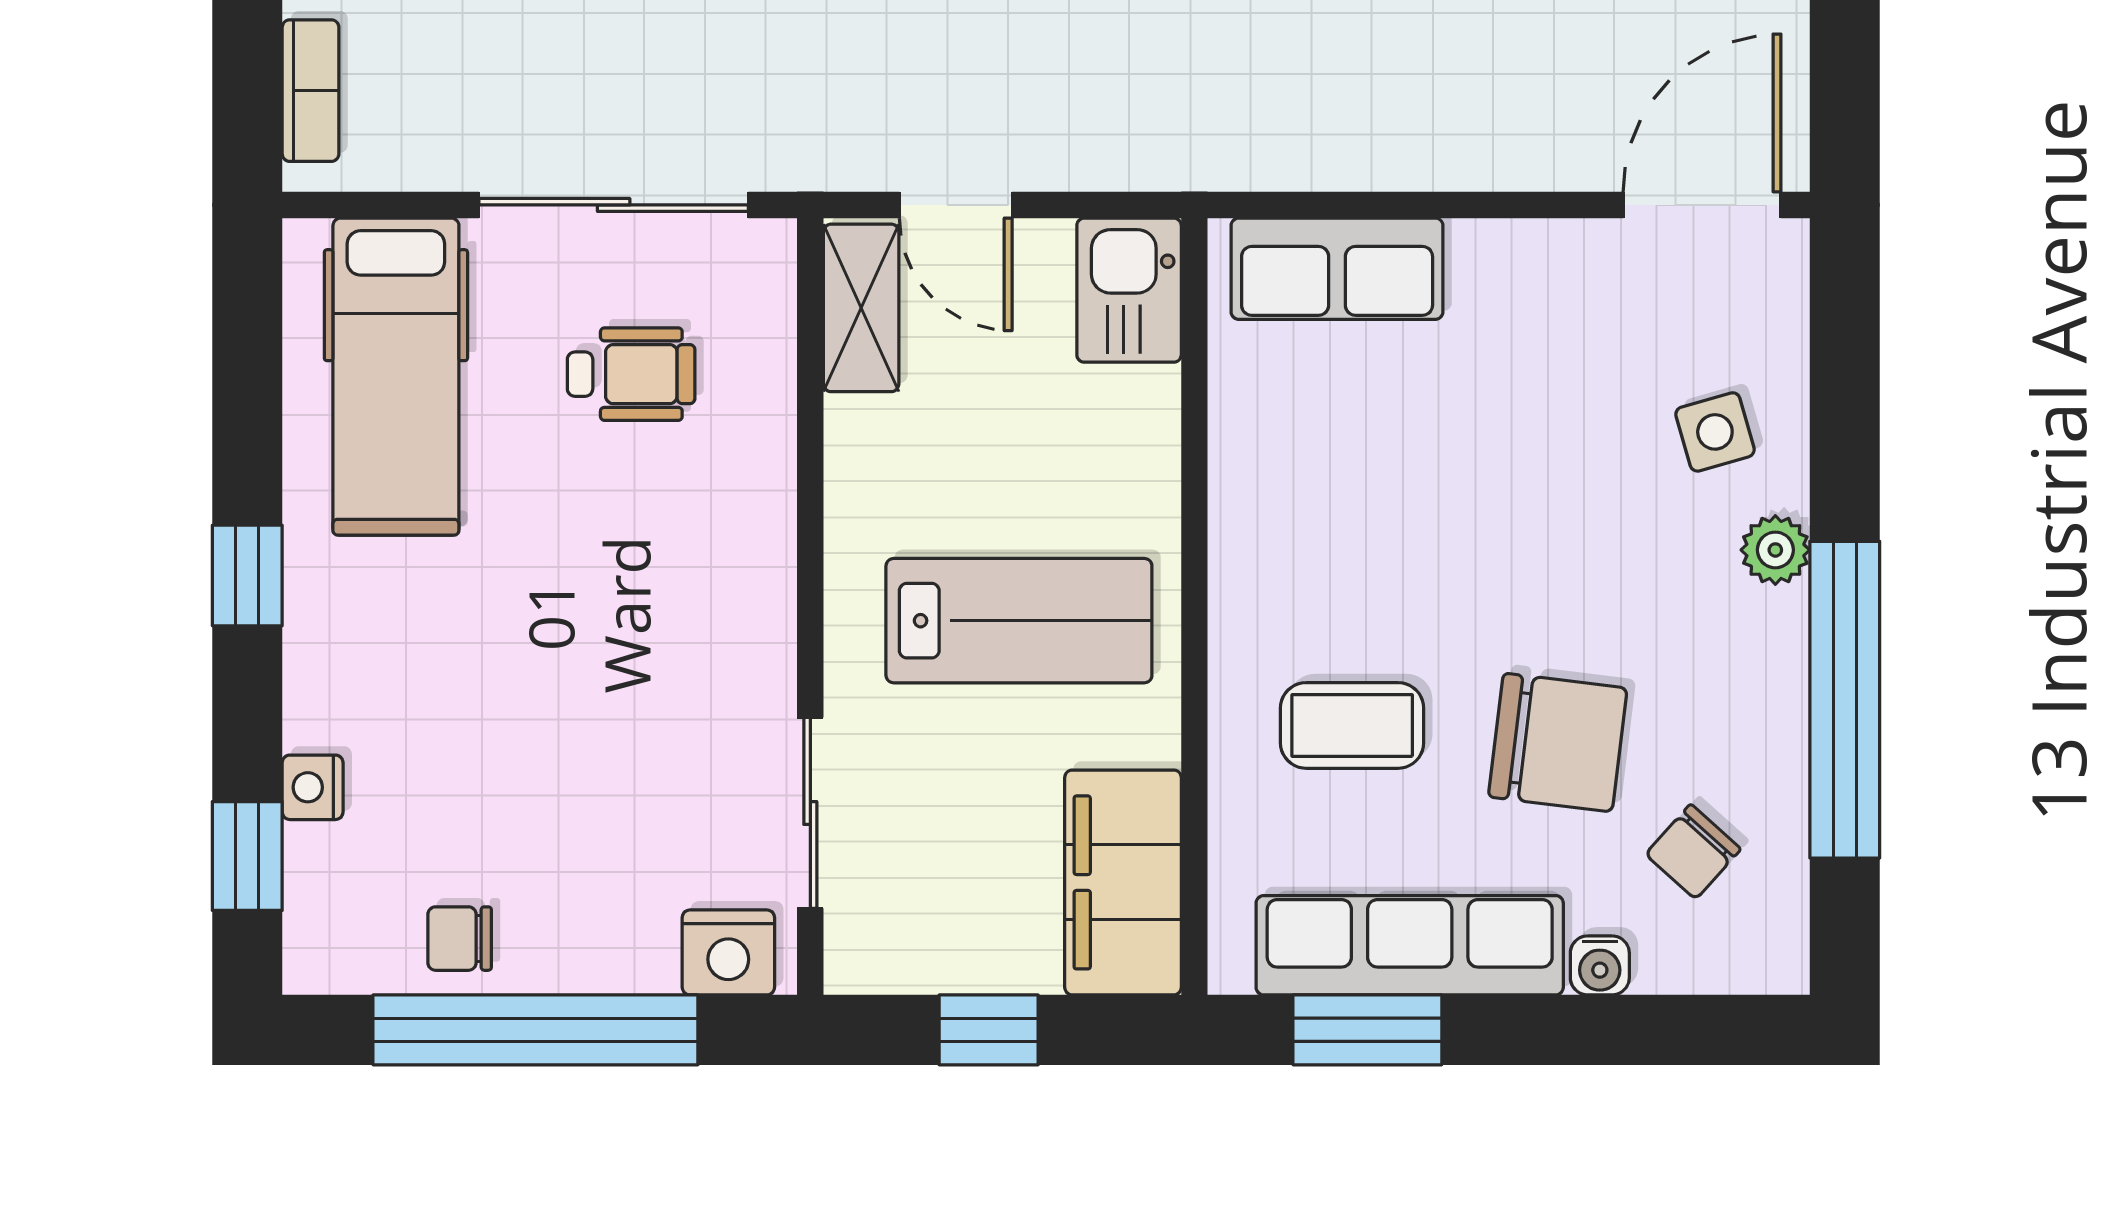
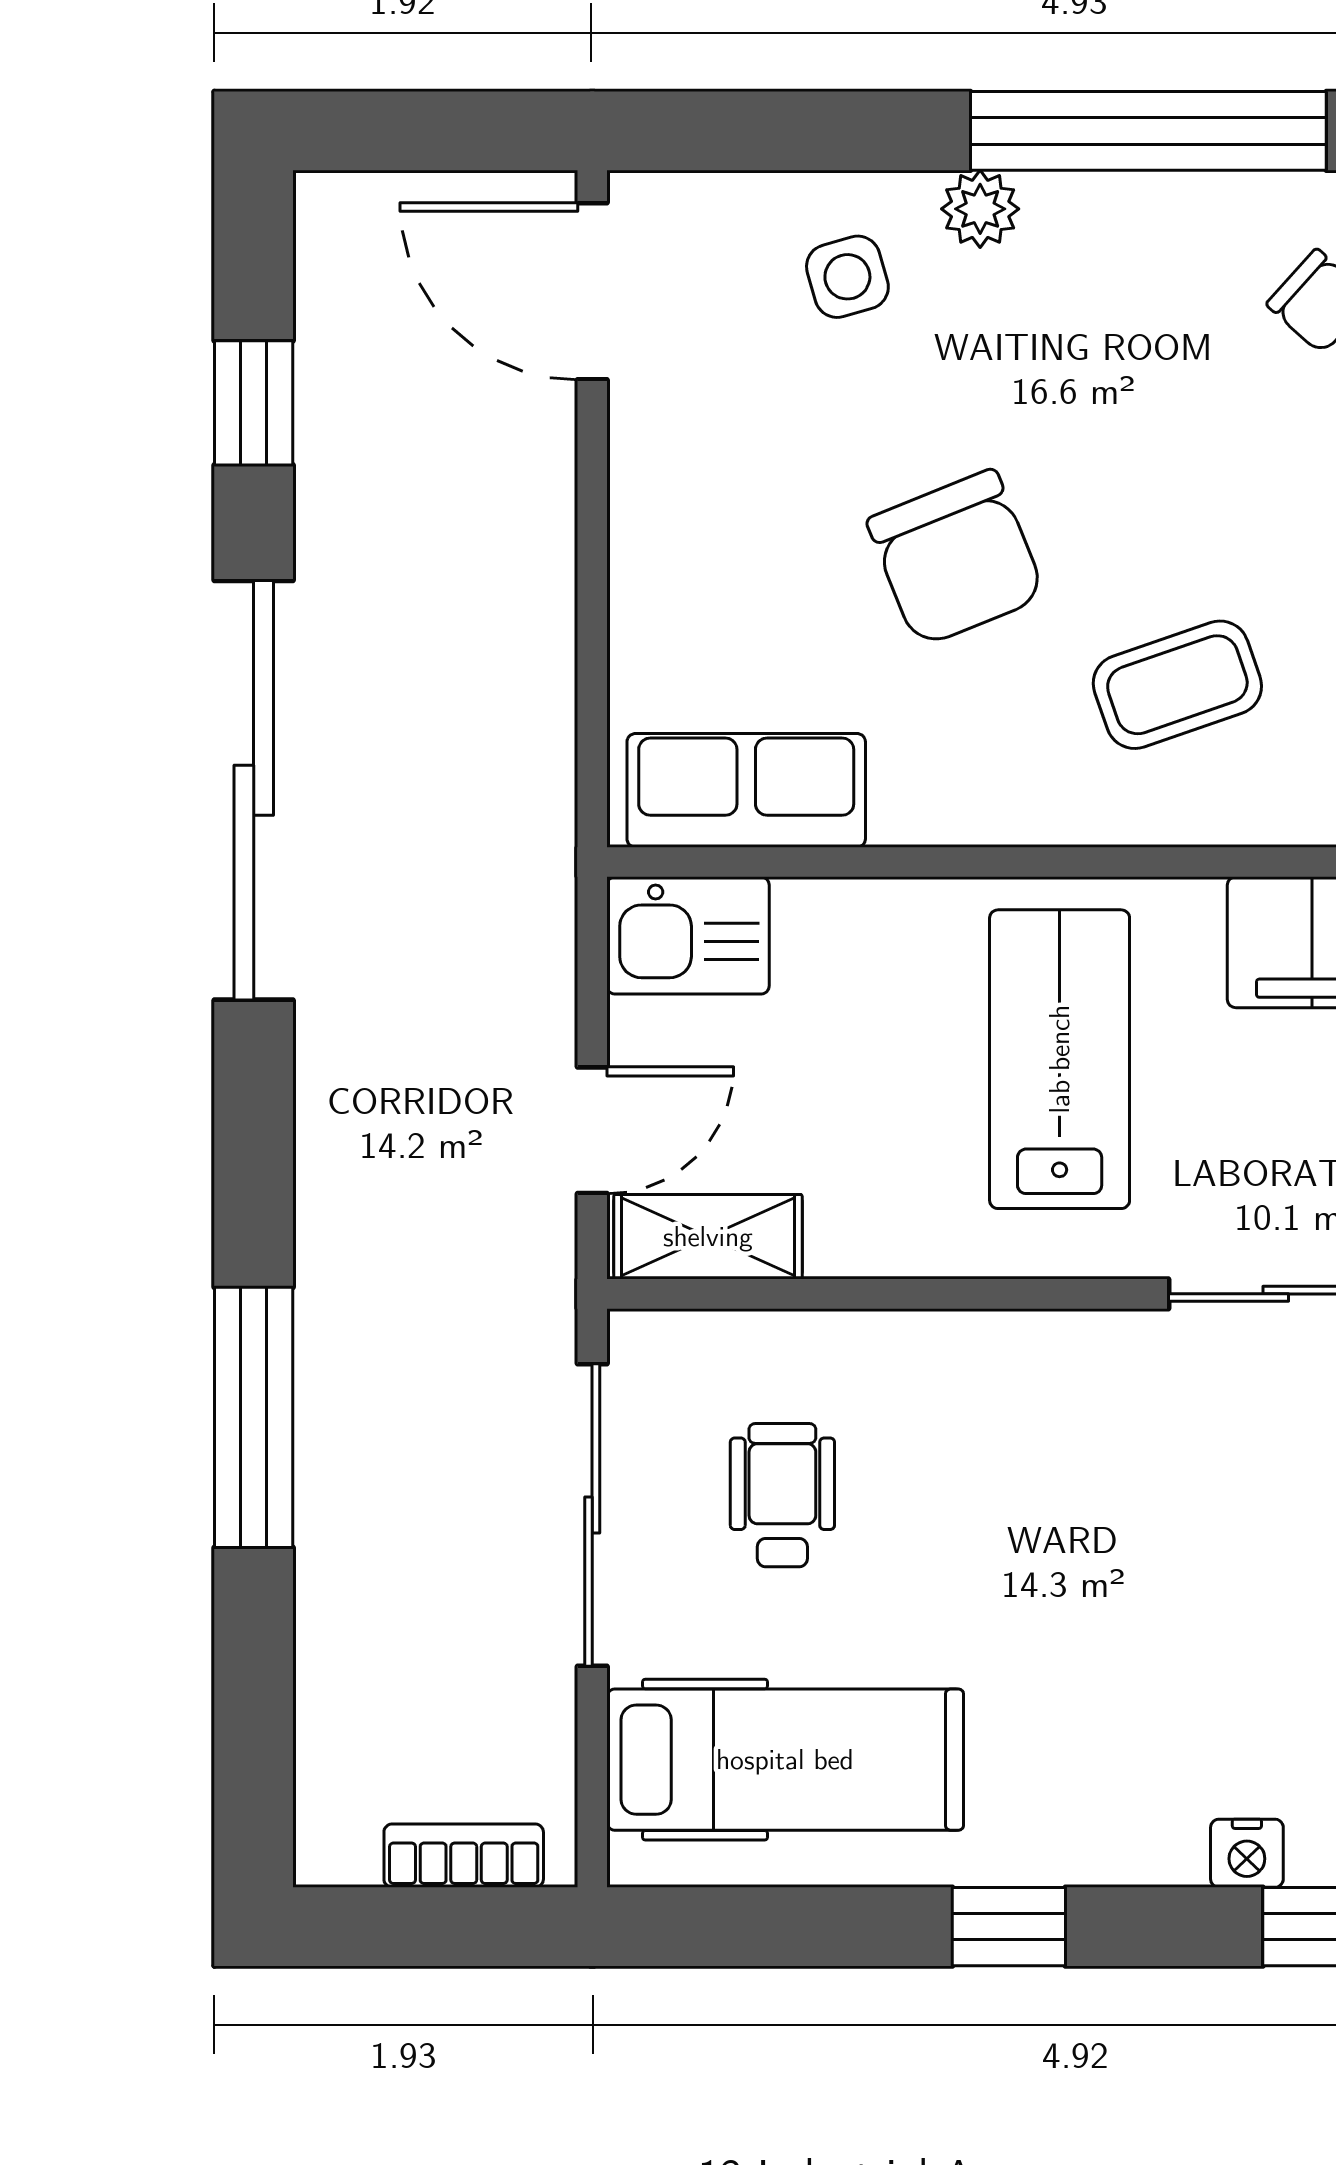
row of seats: (1337, 269) -> (746, 790), moved, turned -90
coffee table: (1352, 725) -> (1177, 685), turned 71
chair: (1558, 743) -> (956, 558), moved, turned 151

